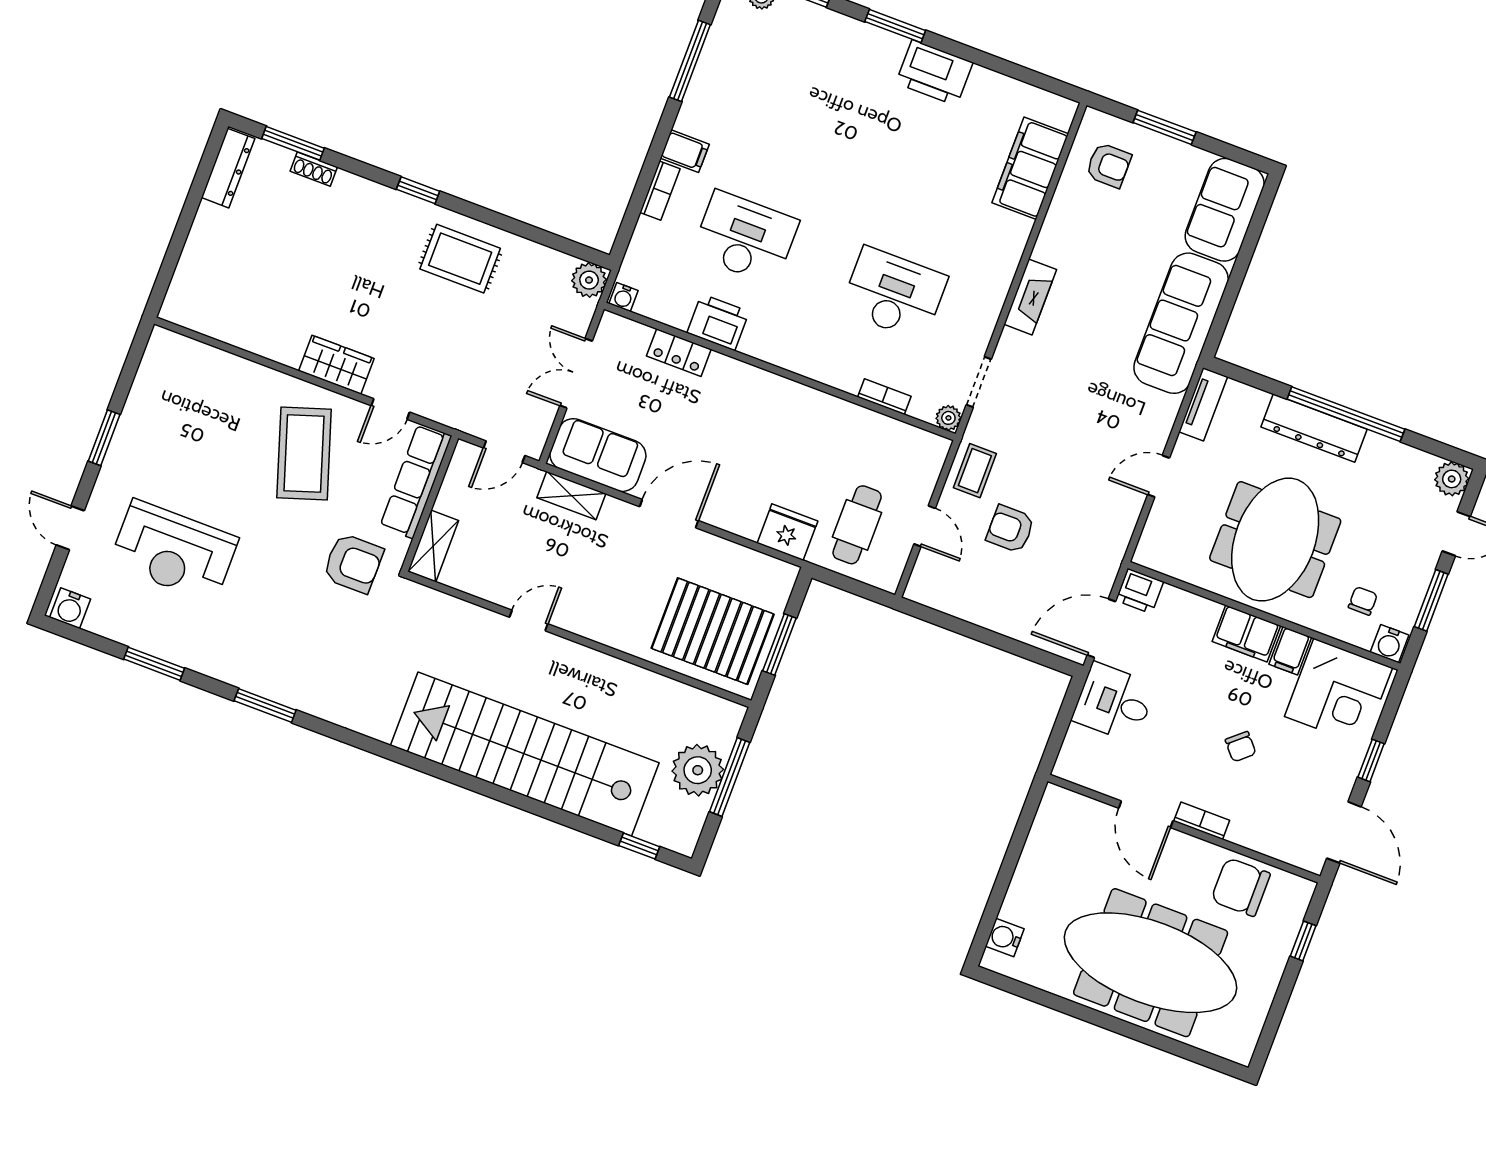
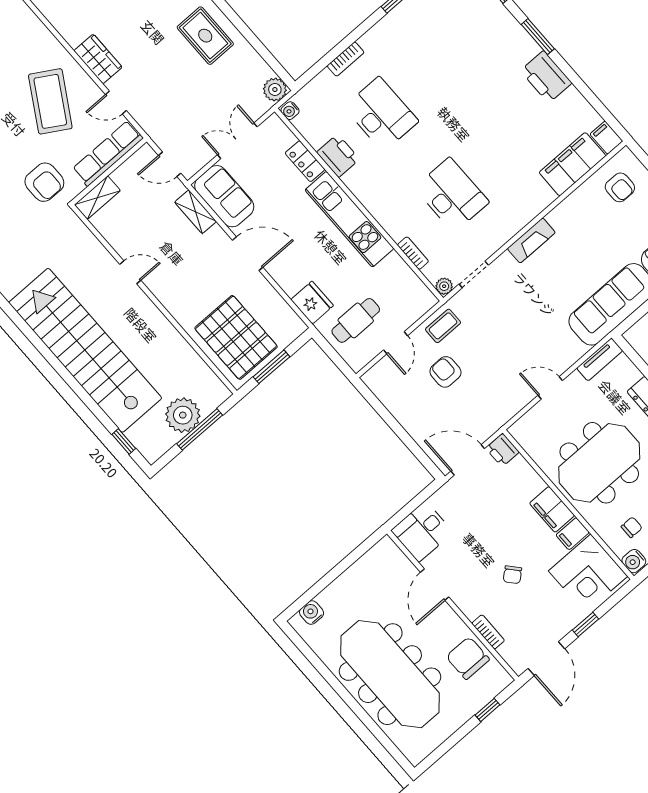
filing cabinet: (685, 151) -> (606, 138), moved, turned 180
kitchen unit: (778, 397) -> (349, 219), added
coffee table: (304, 454) -> (50, 101), turned -41
desk: (1114, 702) -> (422, 531), moved, turned -90
bookcase: (1202, 821) -> (488, 632), moved

